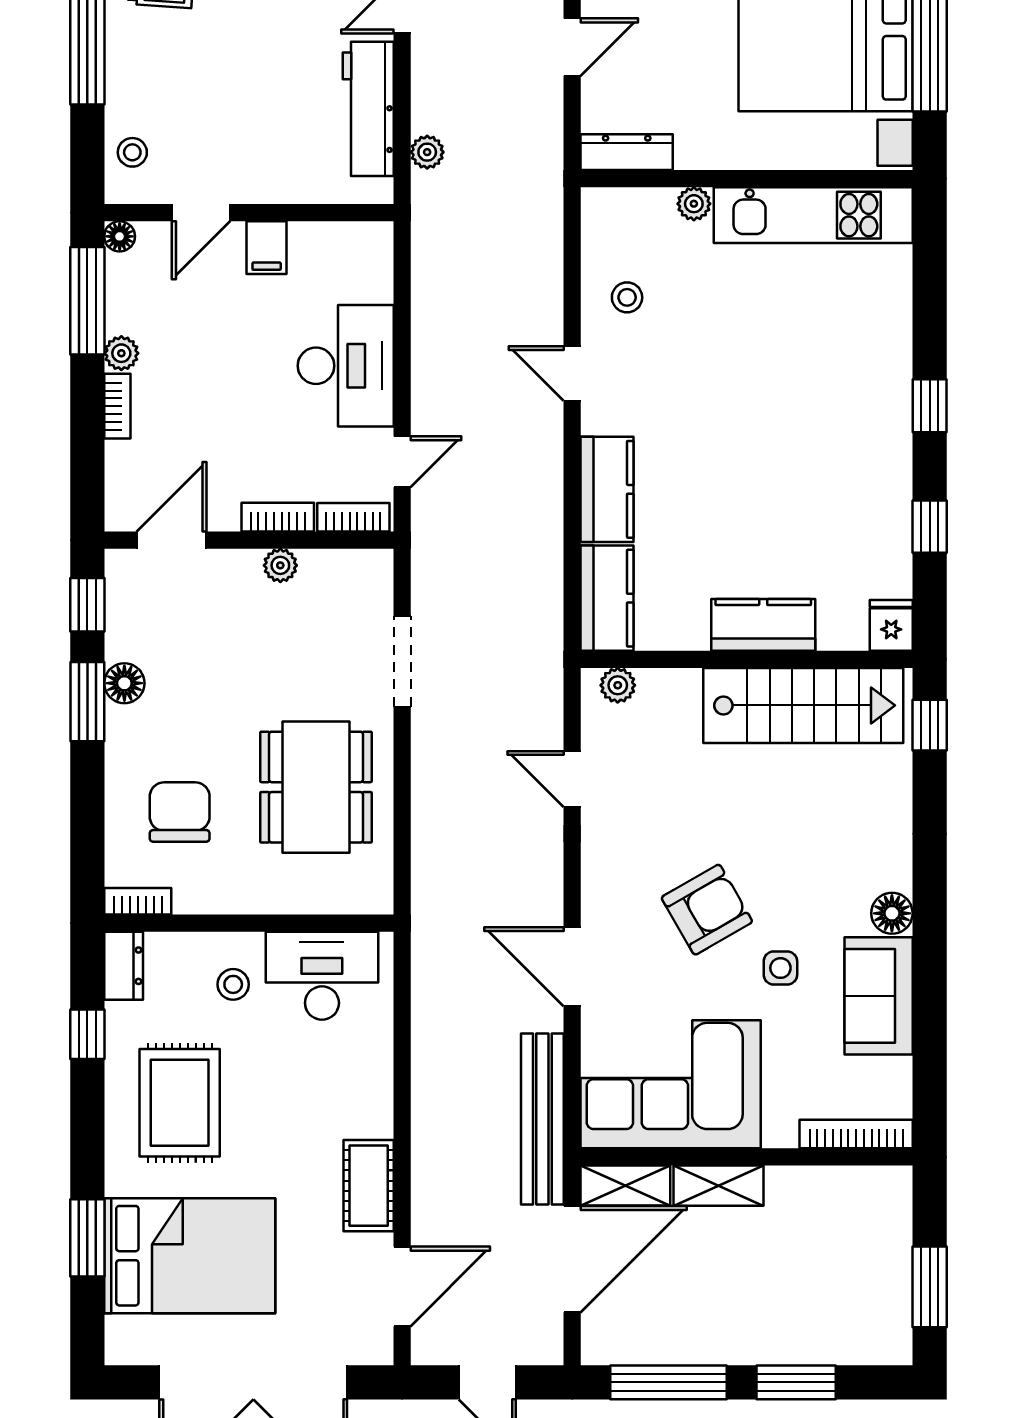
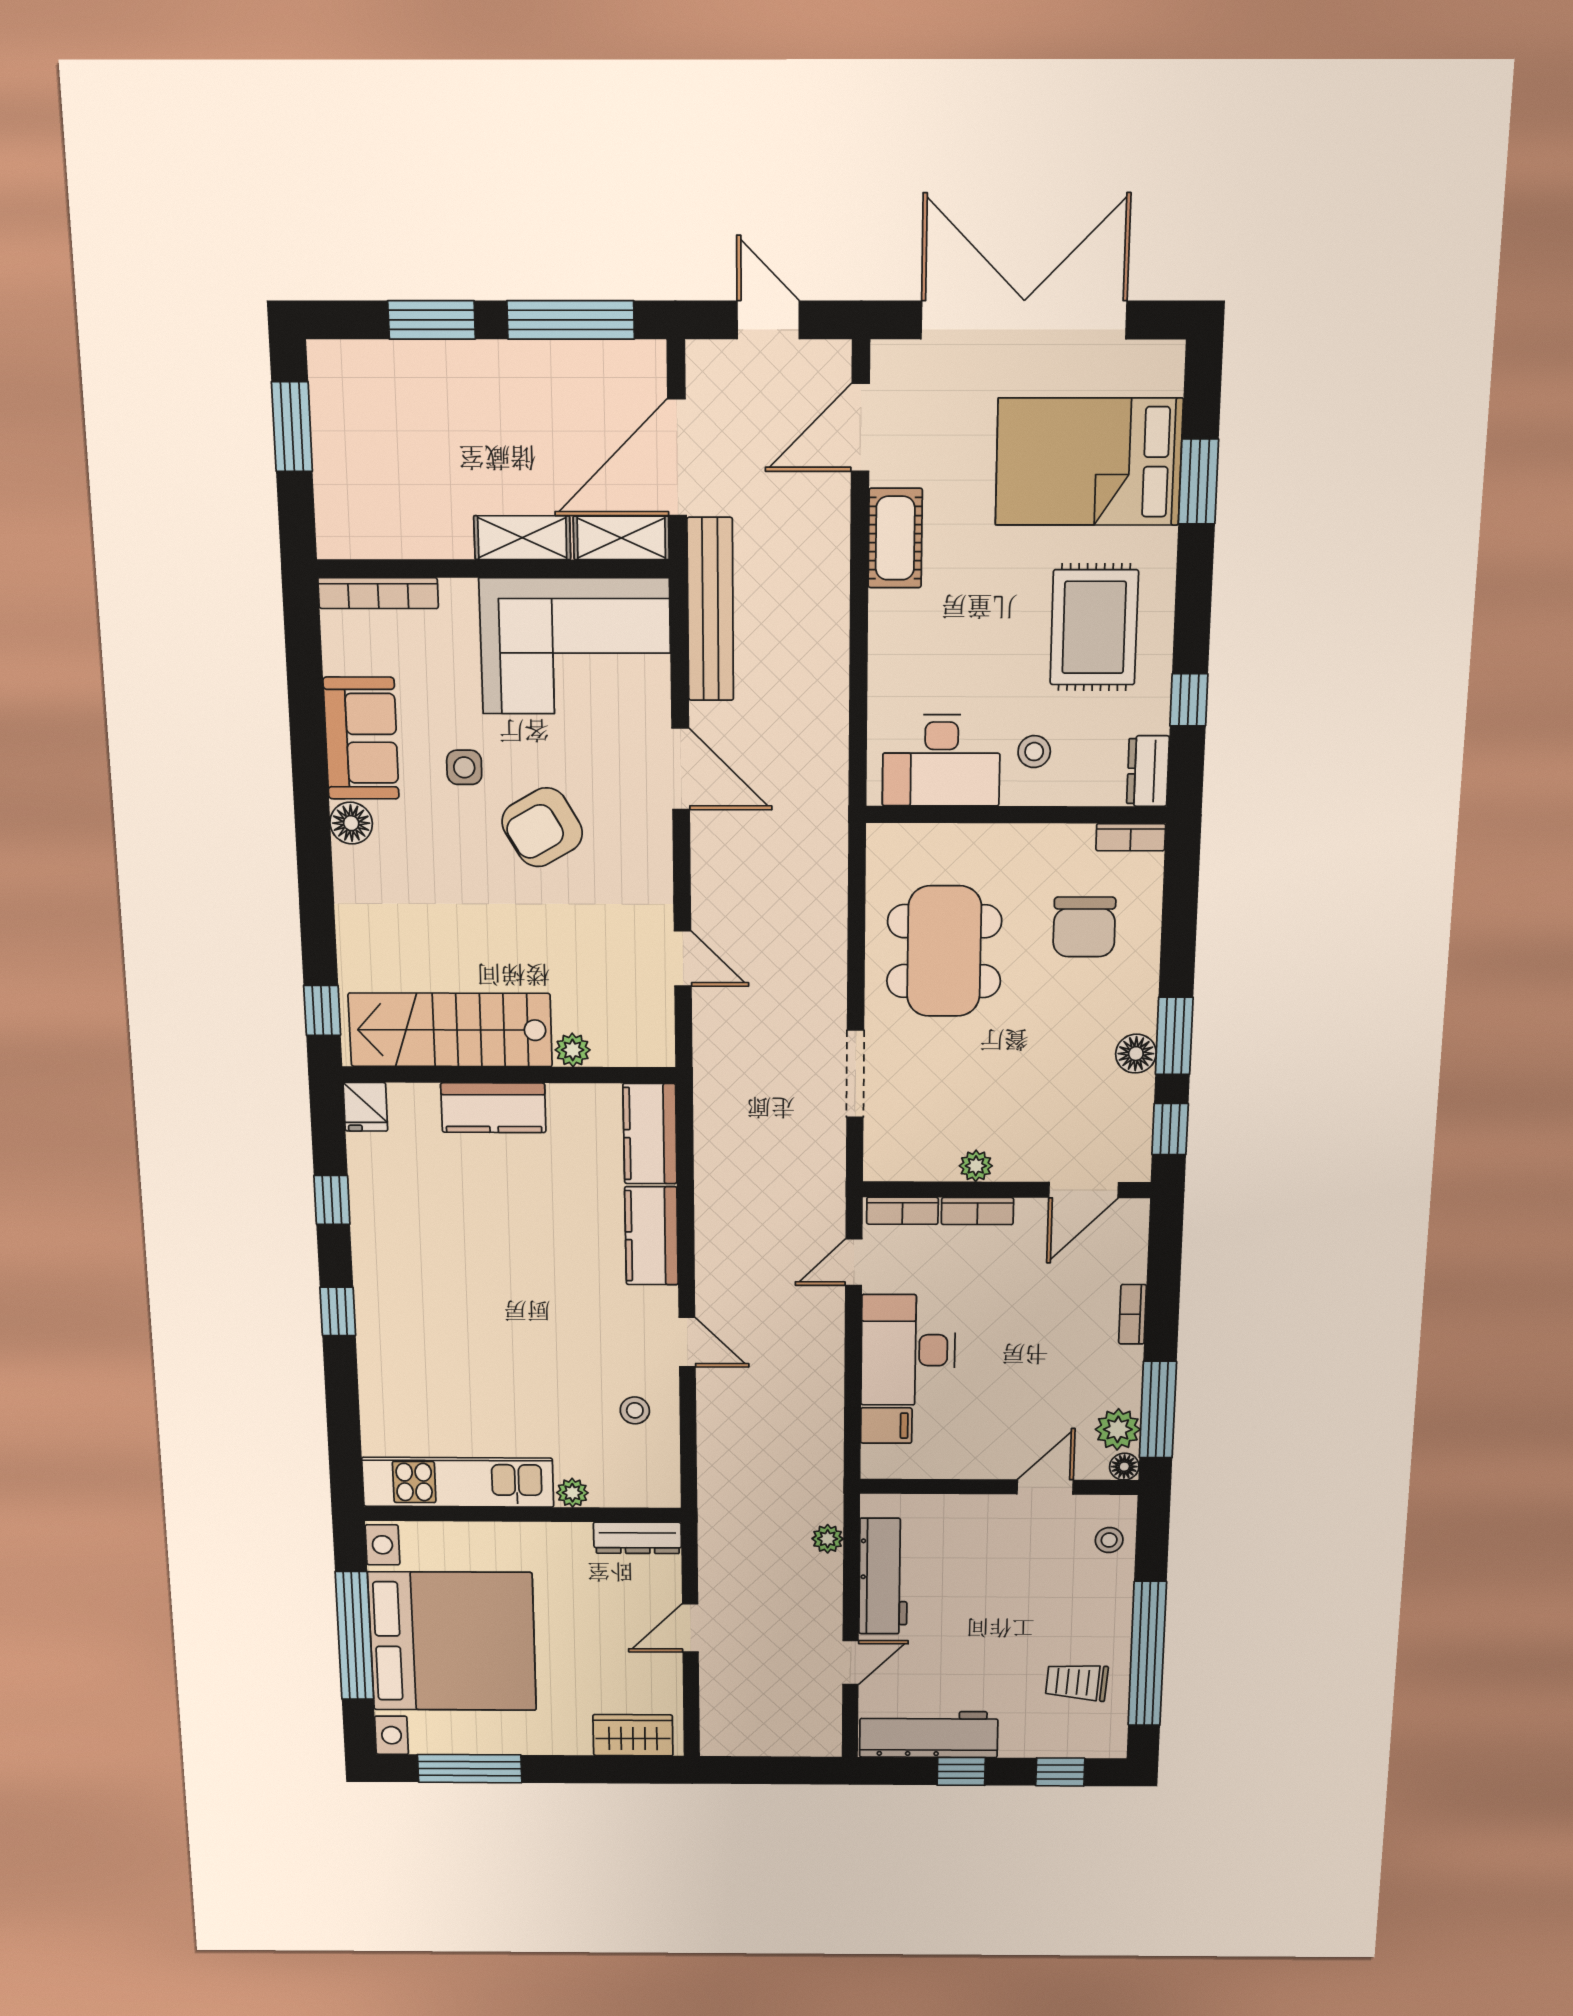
filing cabinet: (267, 248) -> (886, 1426), moved, turned 90
plant: (121, 353) -> (1118, 1429), moved, width x1.38, depth x1.38
plant: (618, 685) -> (573, 1050), moved

